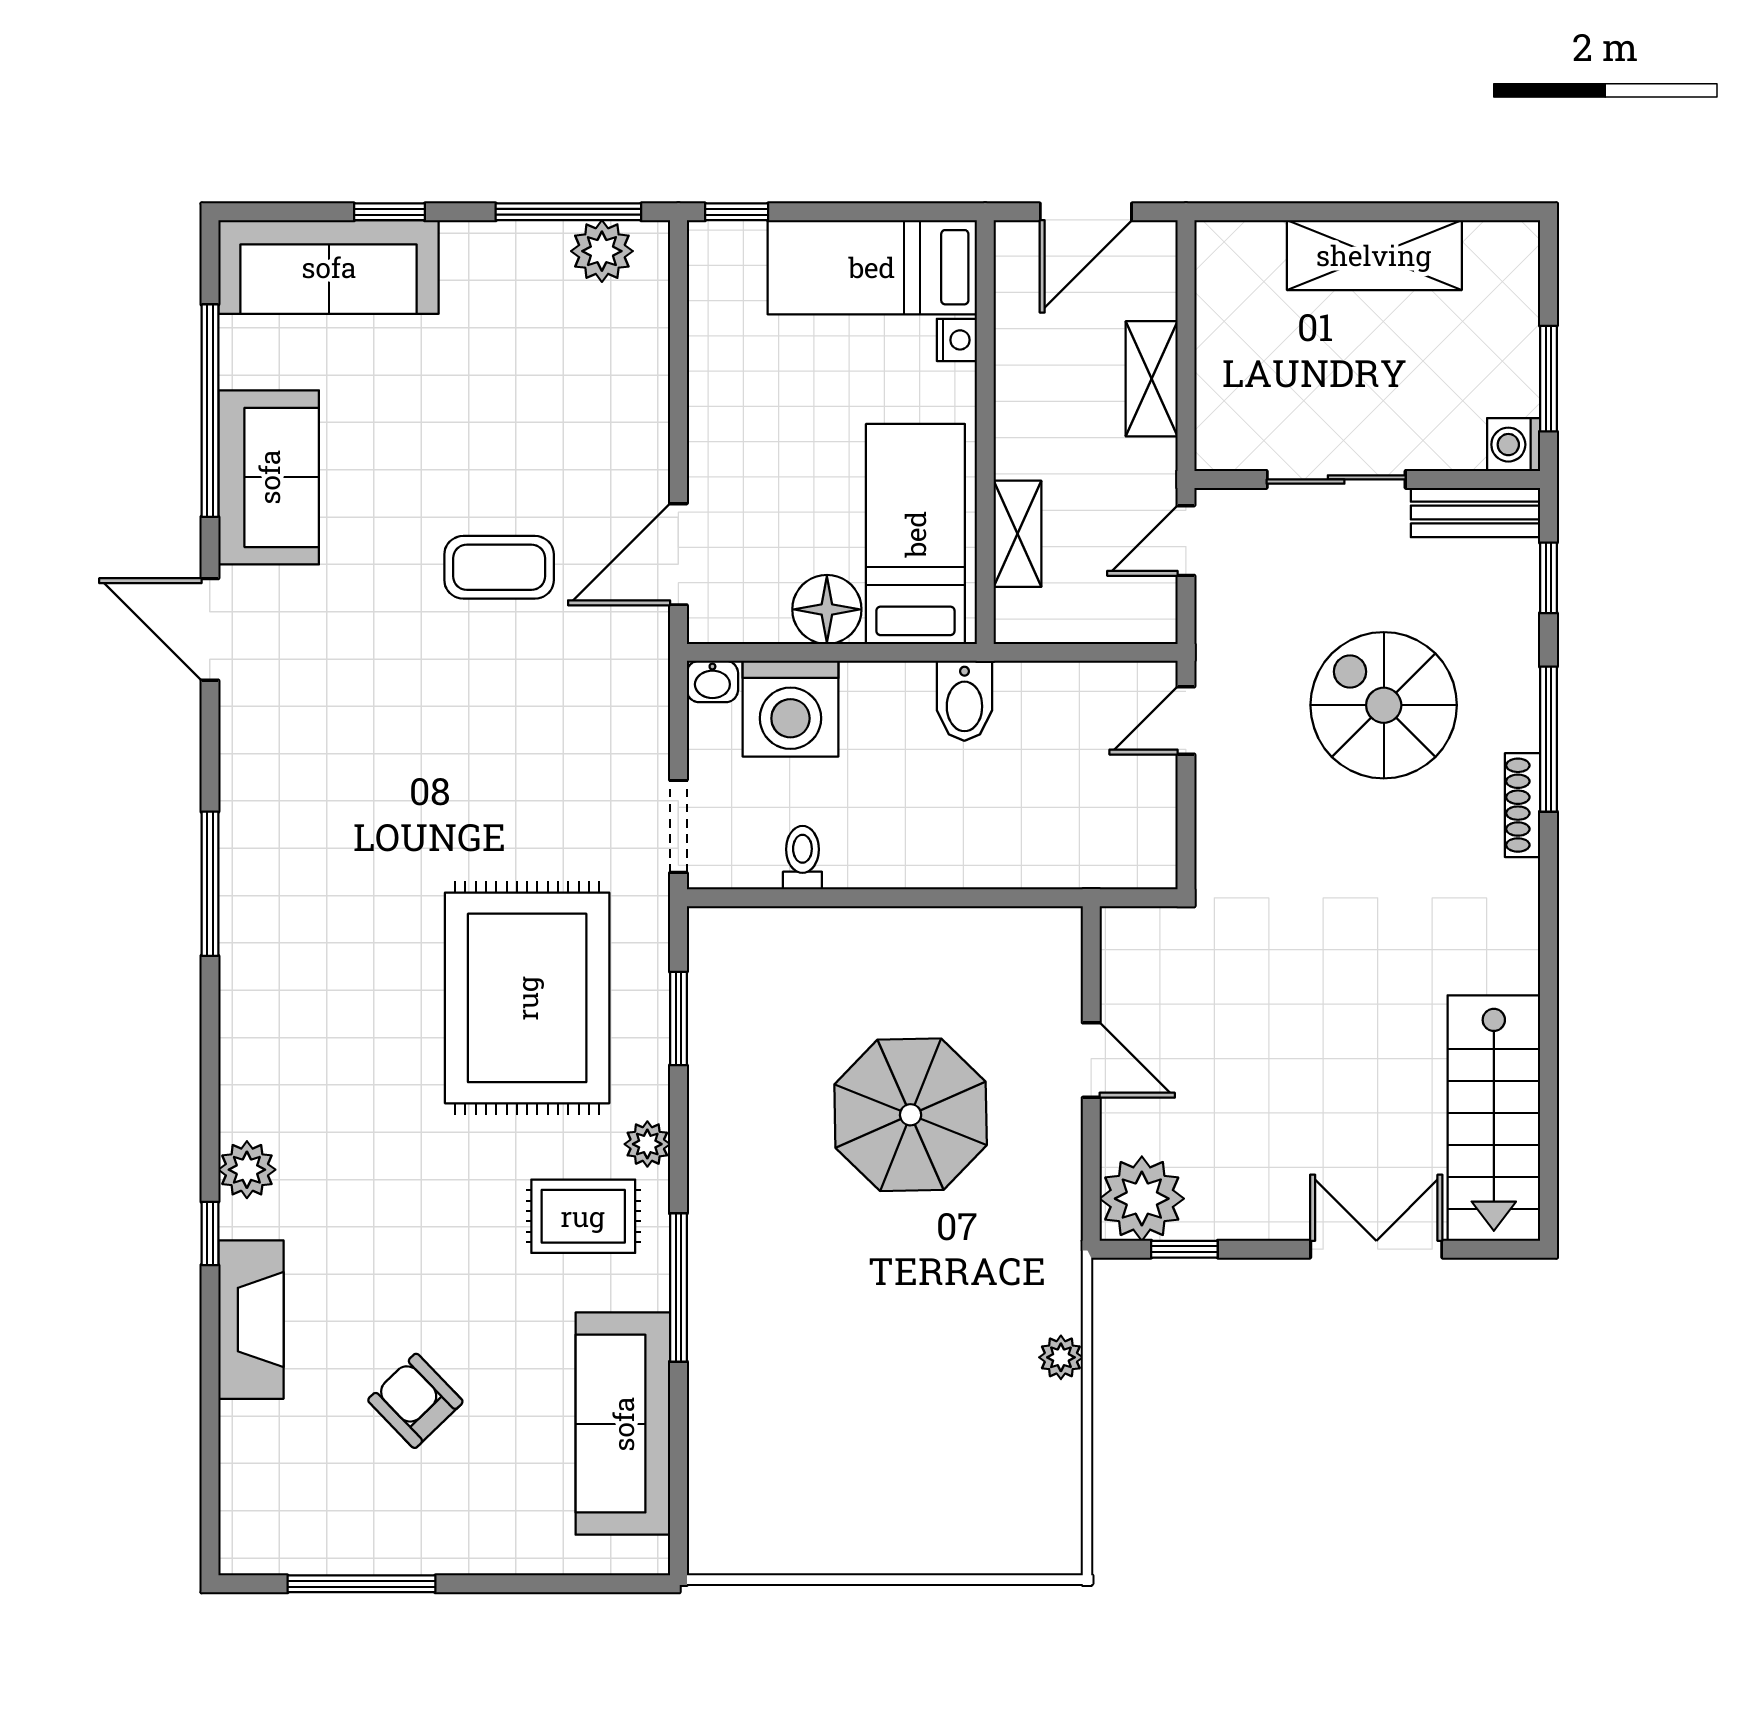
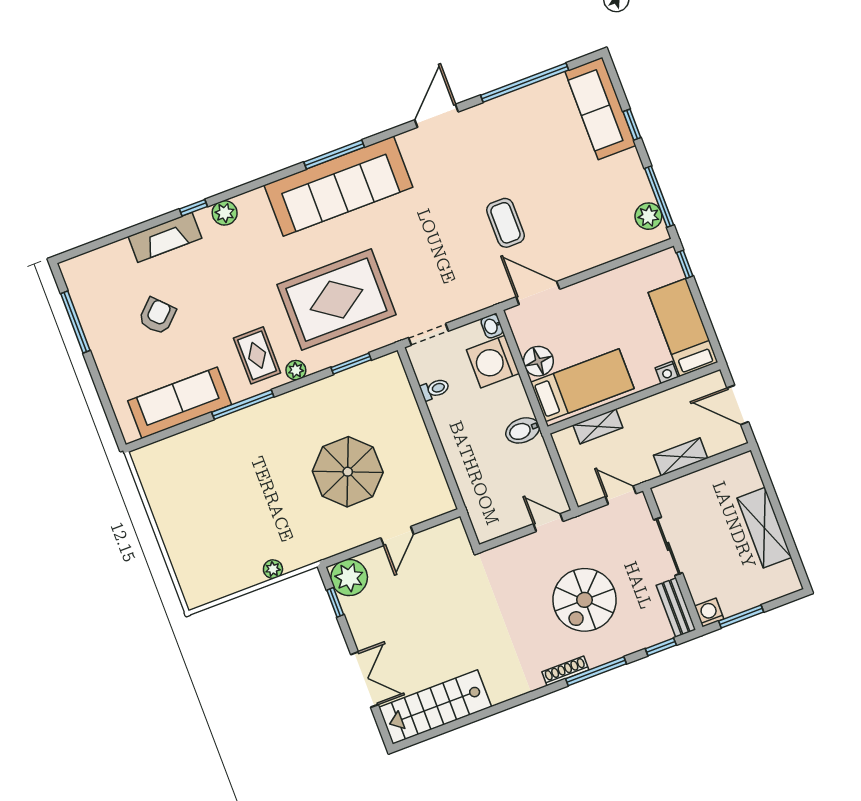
sofa: (269, 477) -> (338, 186), moved, width x1.85, depth x1.27
spiral stairs: (1384, 705) -> (584, 600), turned 180

